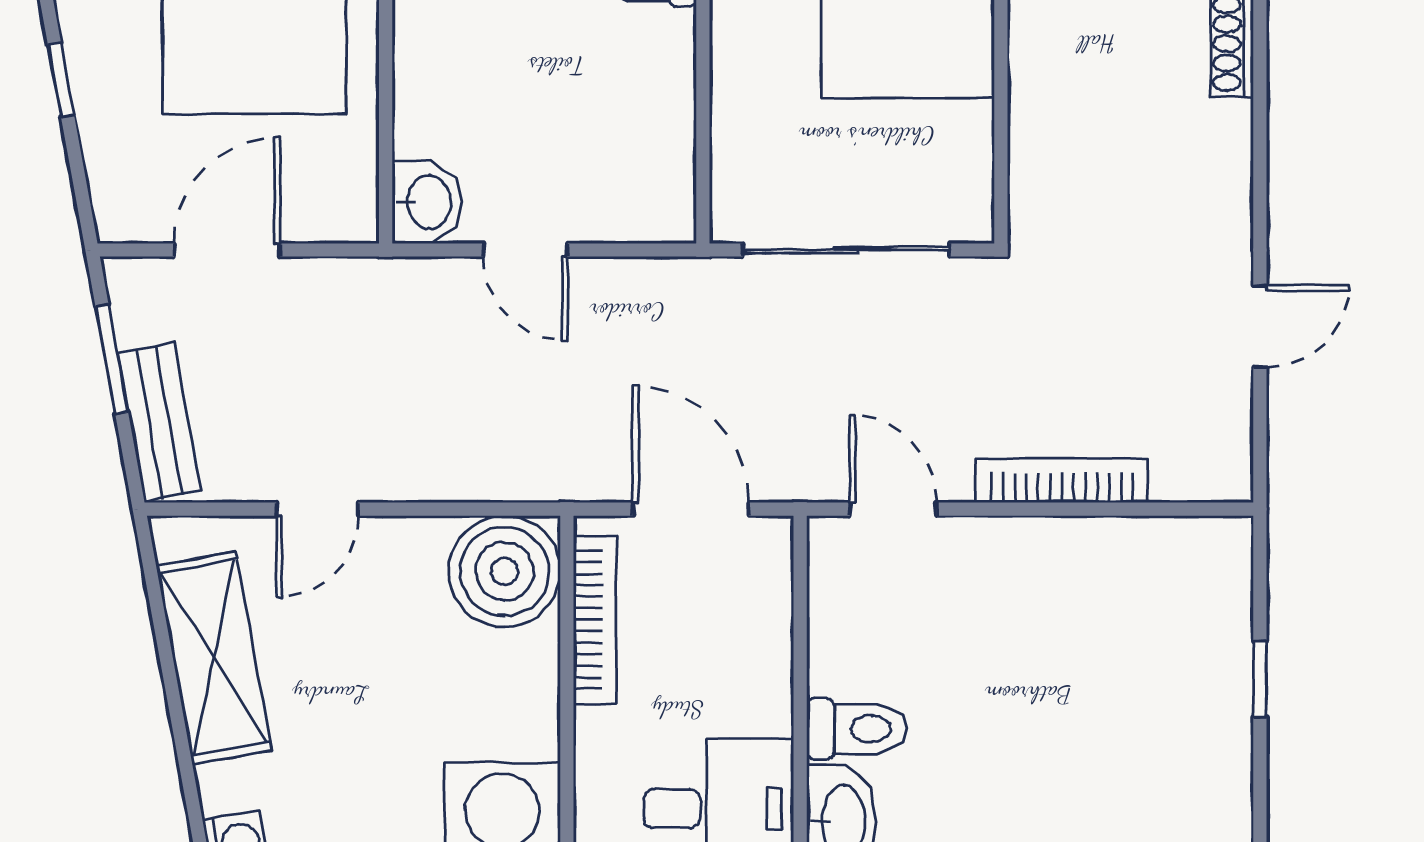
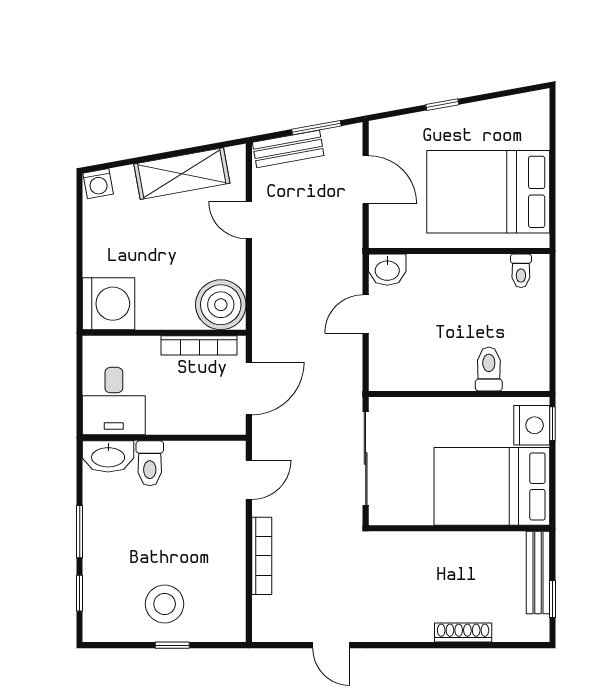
stool: (1169, 696) -> (165, 604), added

